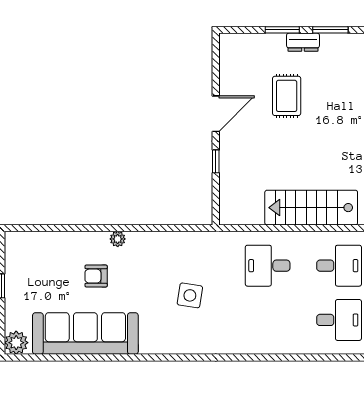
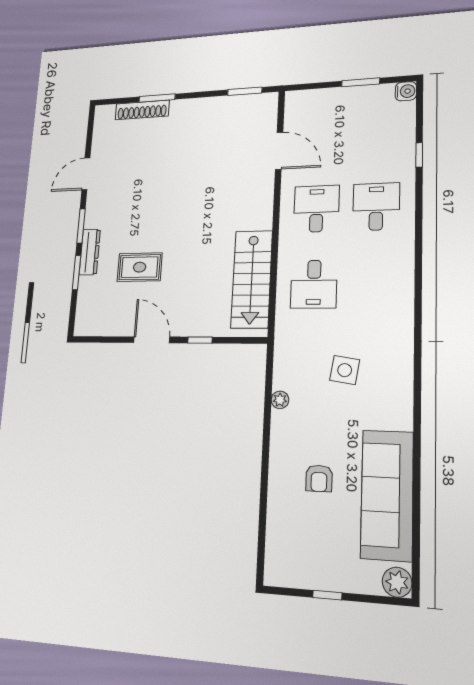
dresser: (303, 42) -> (90, 252), width x1.44
stairs: (311, 208) -> (252, 279), moved
plant: (118, 239) -> (280, 400), moved

